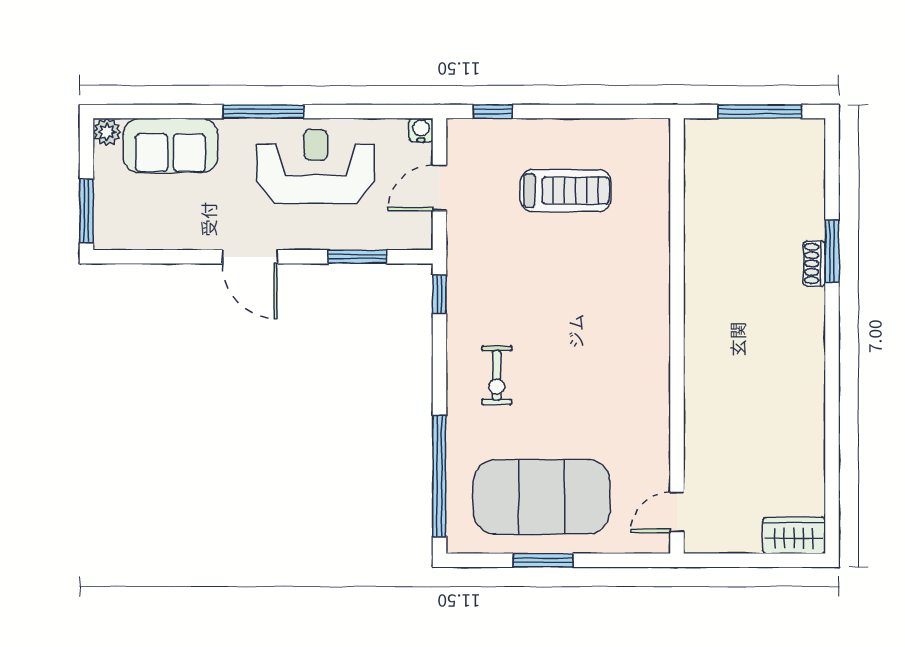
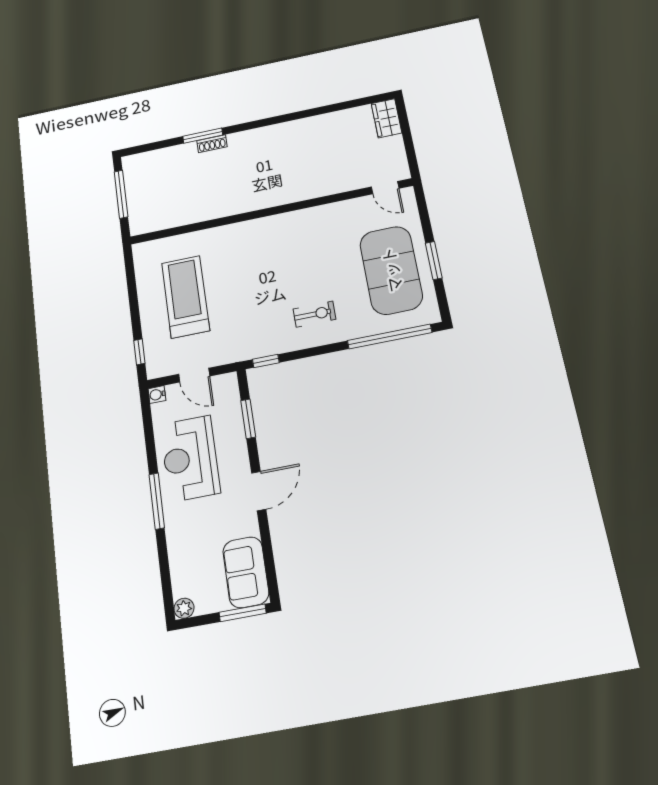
sofa: (170, 146) -> (246, 572), moved, turned 180
treadmill: (566, 191) -> (186, 297), width x1.37, depth x1.38

